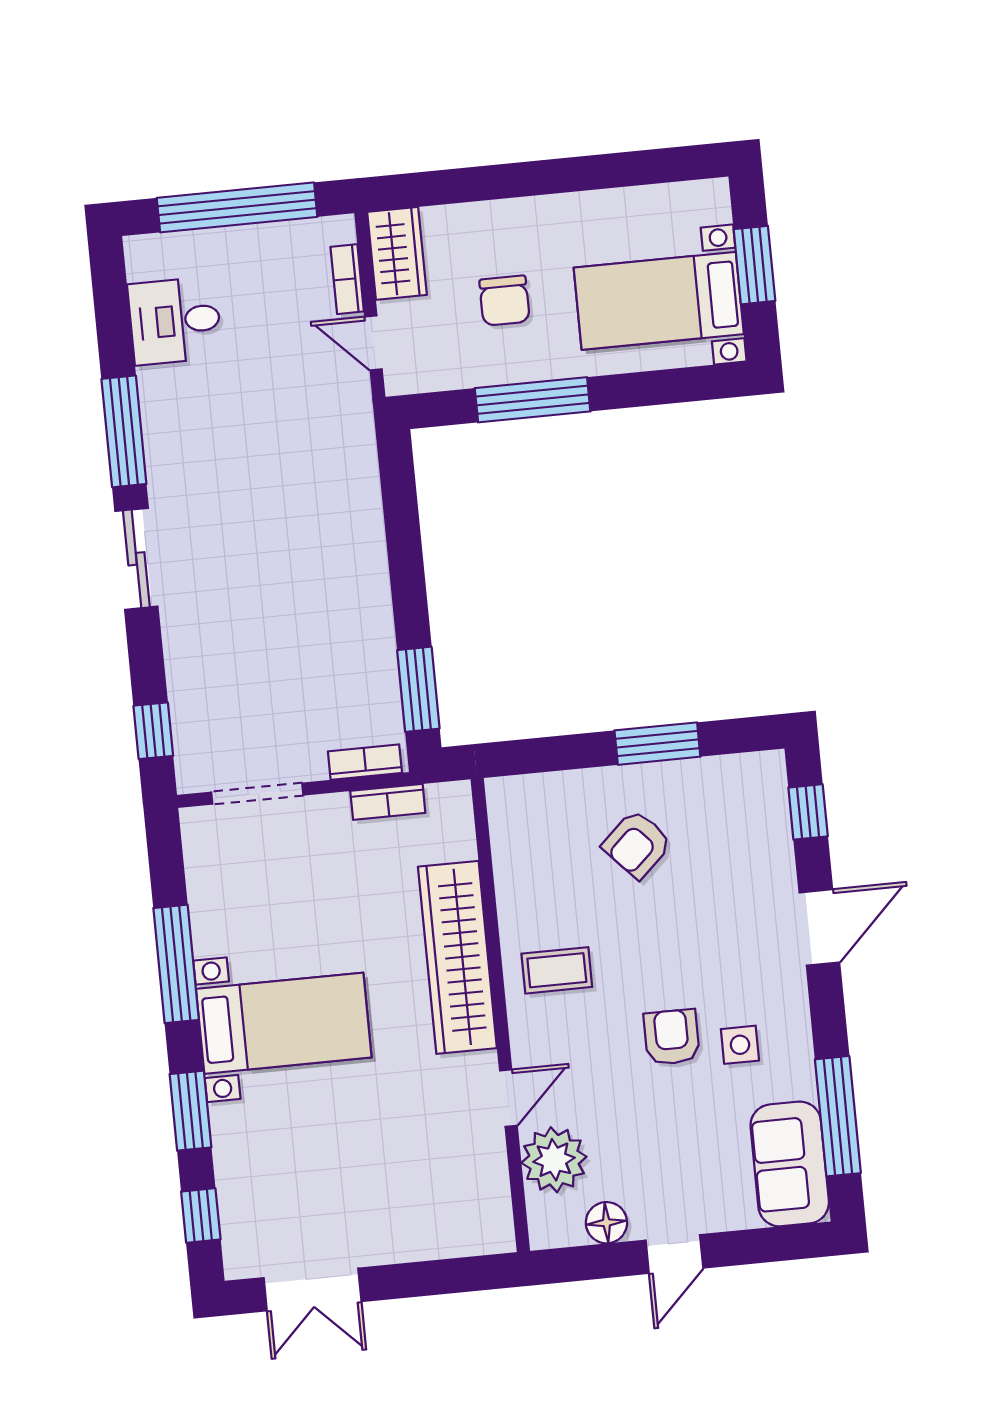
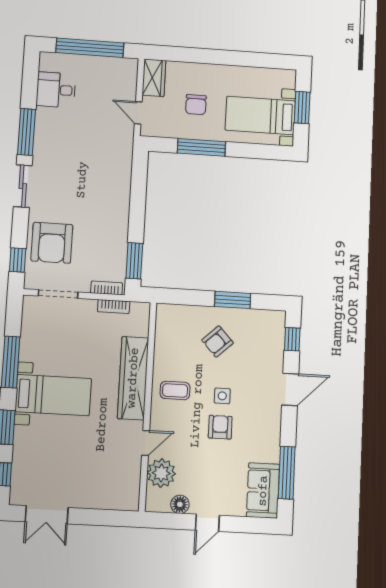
bookcase: (347, 279) -> (131, 85), removed
armchair: (224, 679) -> (52, 243), added
side table: (740, 1045) -> (222, 396), moved

